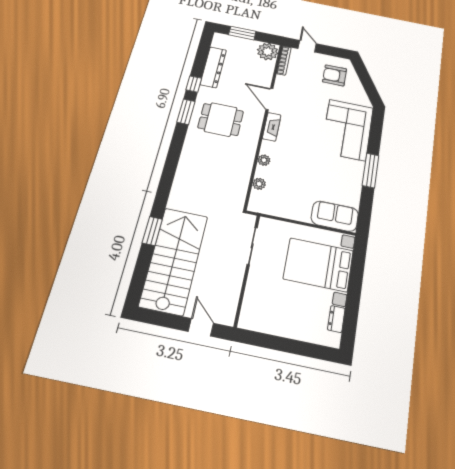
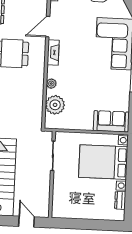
door: (269, 99) -> (48, 27), hinge flipped
plant: (259, 184) -> (55, 105), width x1.88, depth x1.88

